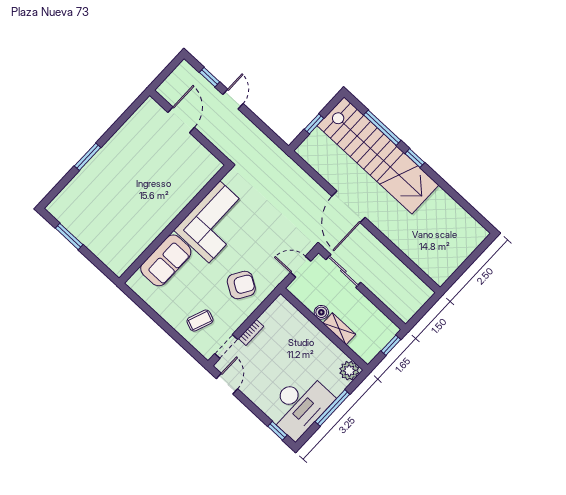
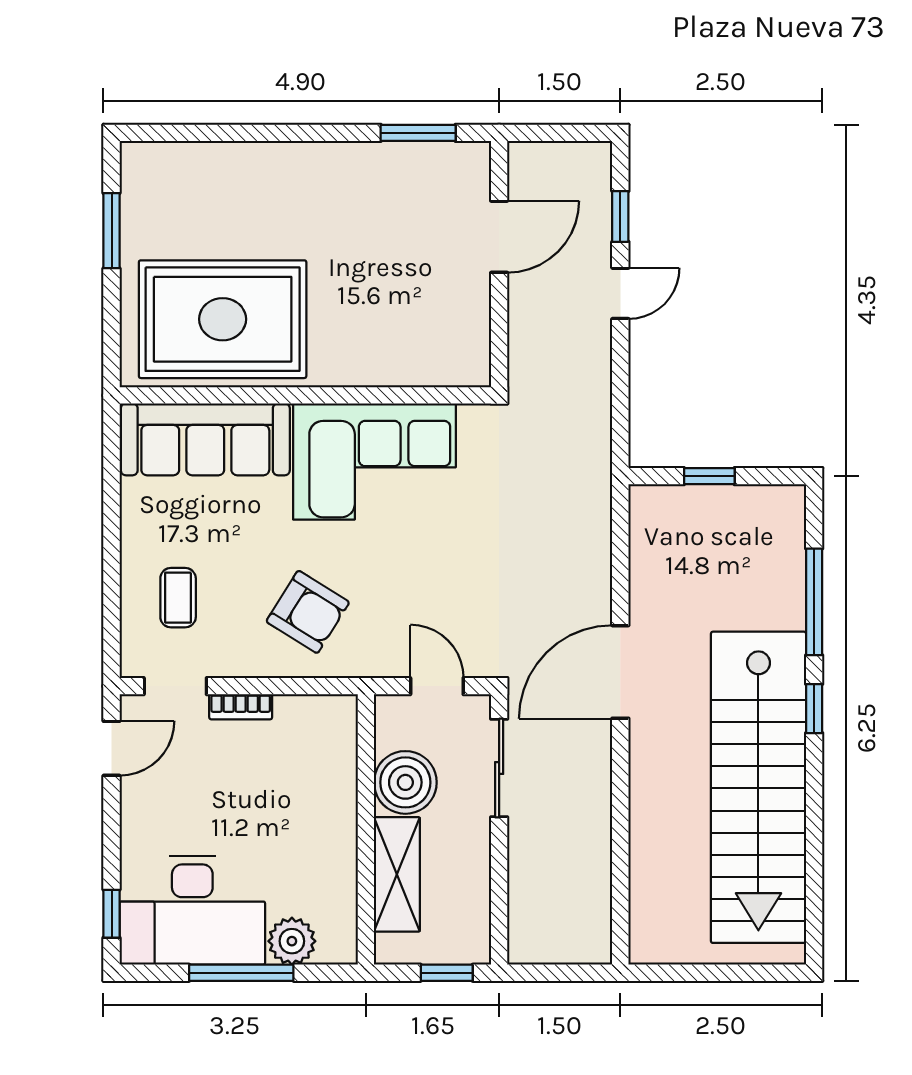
stairs: (378, 155) -> (758, 787), moved
window: (88, 157) -> (418, 133), moved
rug: (128, 228) -> (223, 319), added
sofa: (166, 260) -> (205, 439), width x1.36
boiler: (321, 312) -> (405, 782), width x1.86, depth x1.86
coffee table: (200, 321) -> (178, 598), turned 69
shelving: (339, 329) -> (397, 874), width x1.50, depth x1.33
plant: (349, 371) -> (292, 941), moved

